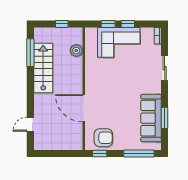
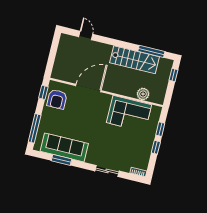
window: (62, 24) -> (174, 75), moved
corner sofa: (119, 42) -> (129, 114), moved, turned -90

